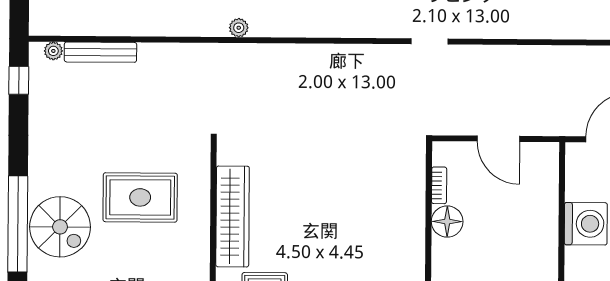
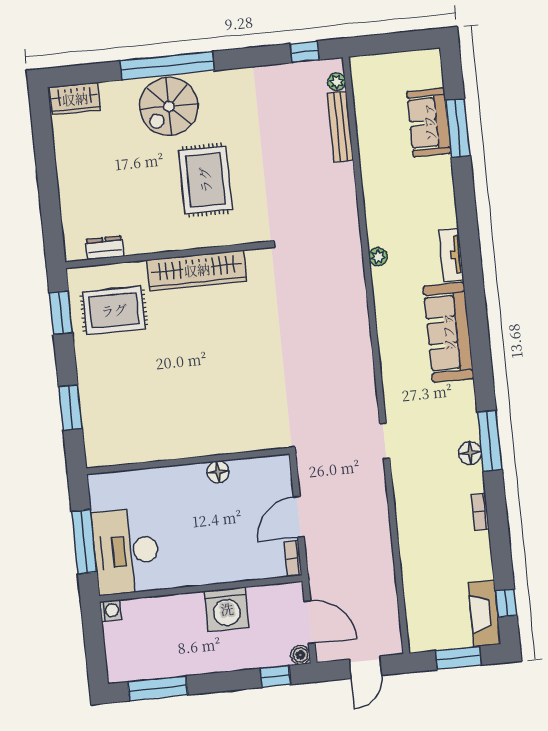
bookcase: (439, 185) -> (293, 558), moved, turned 90
floor lamp: (447, 222) -> (218, 472), width x0.73, depth x0.73

